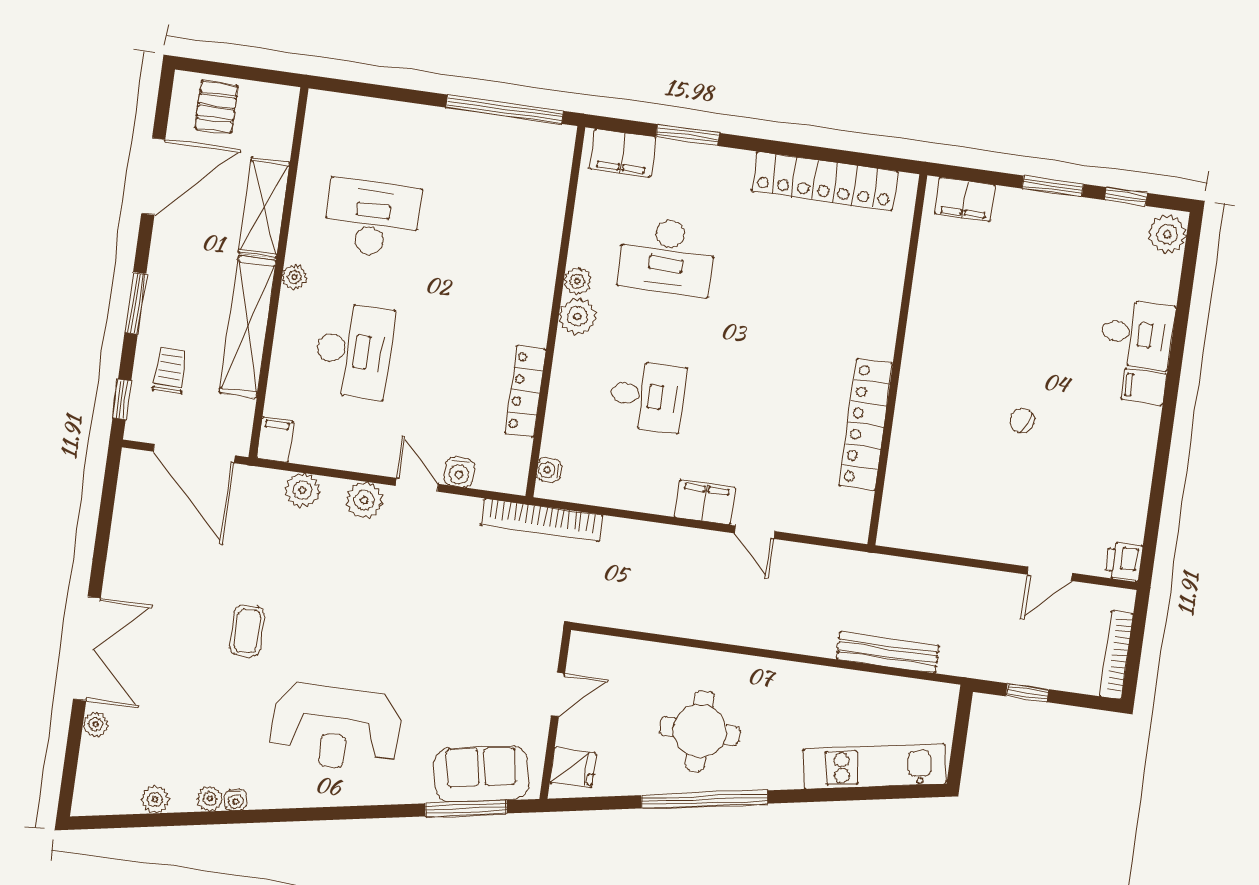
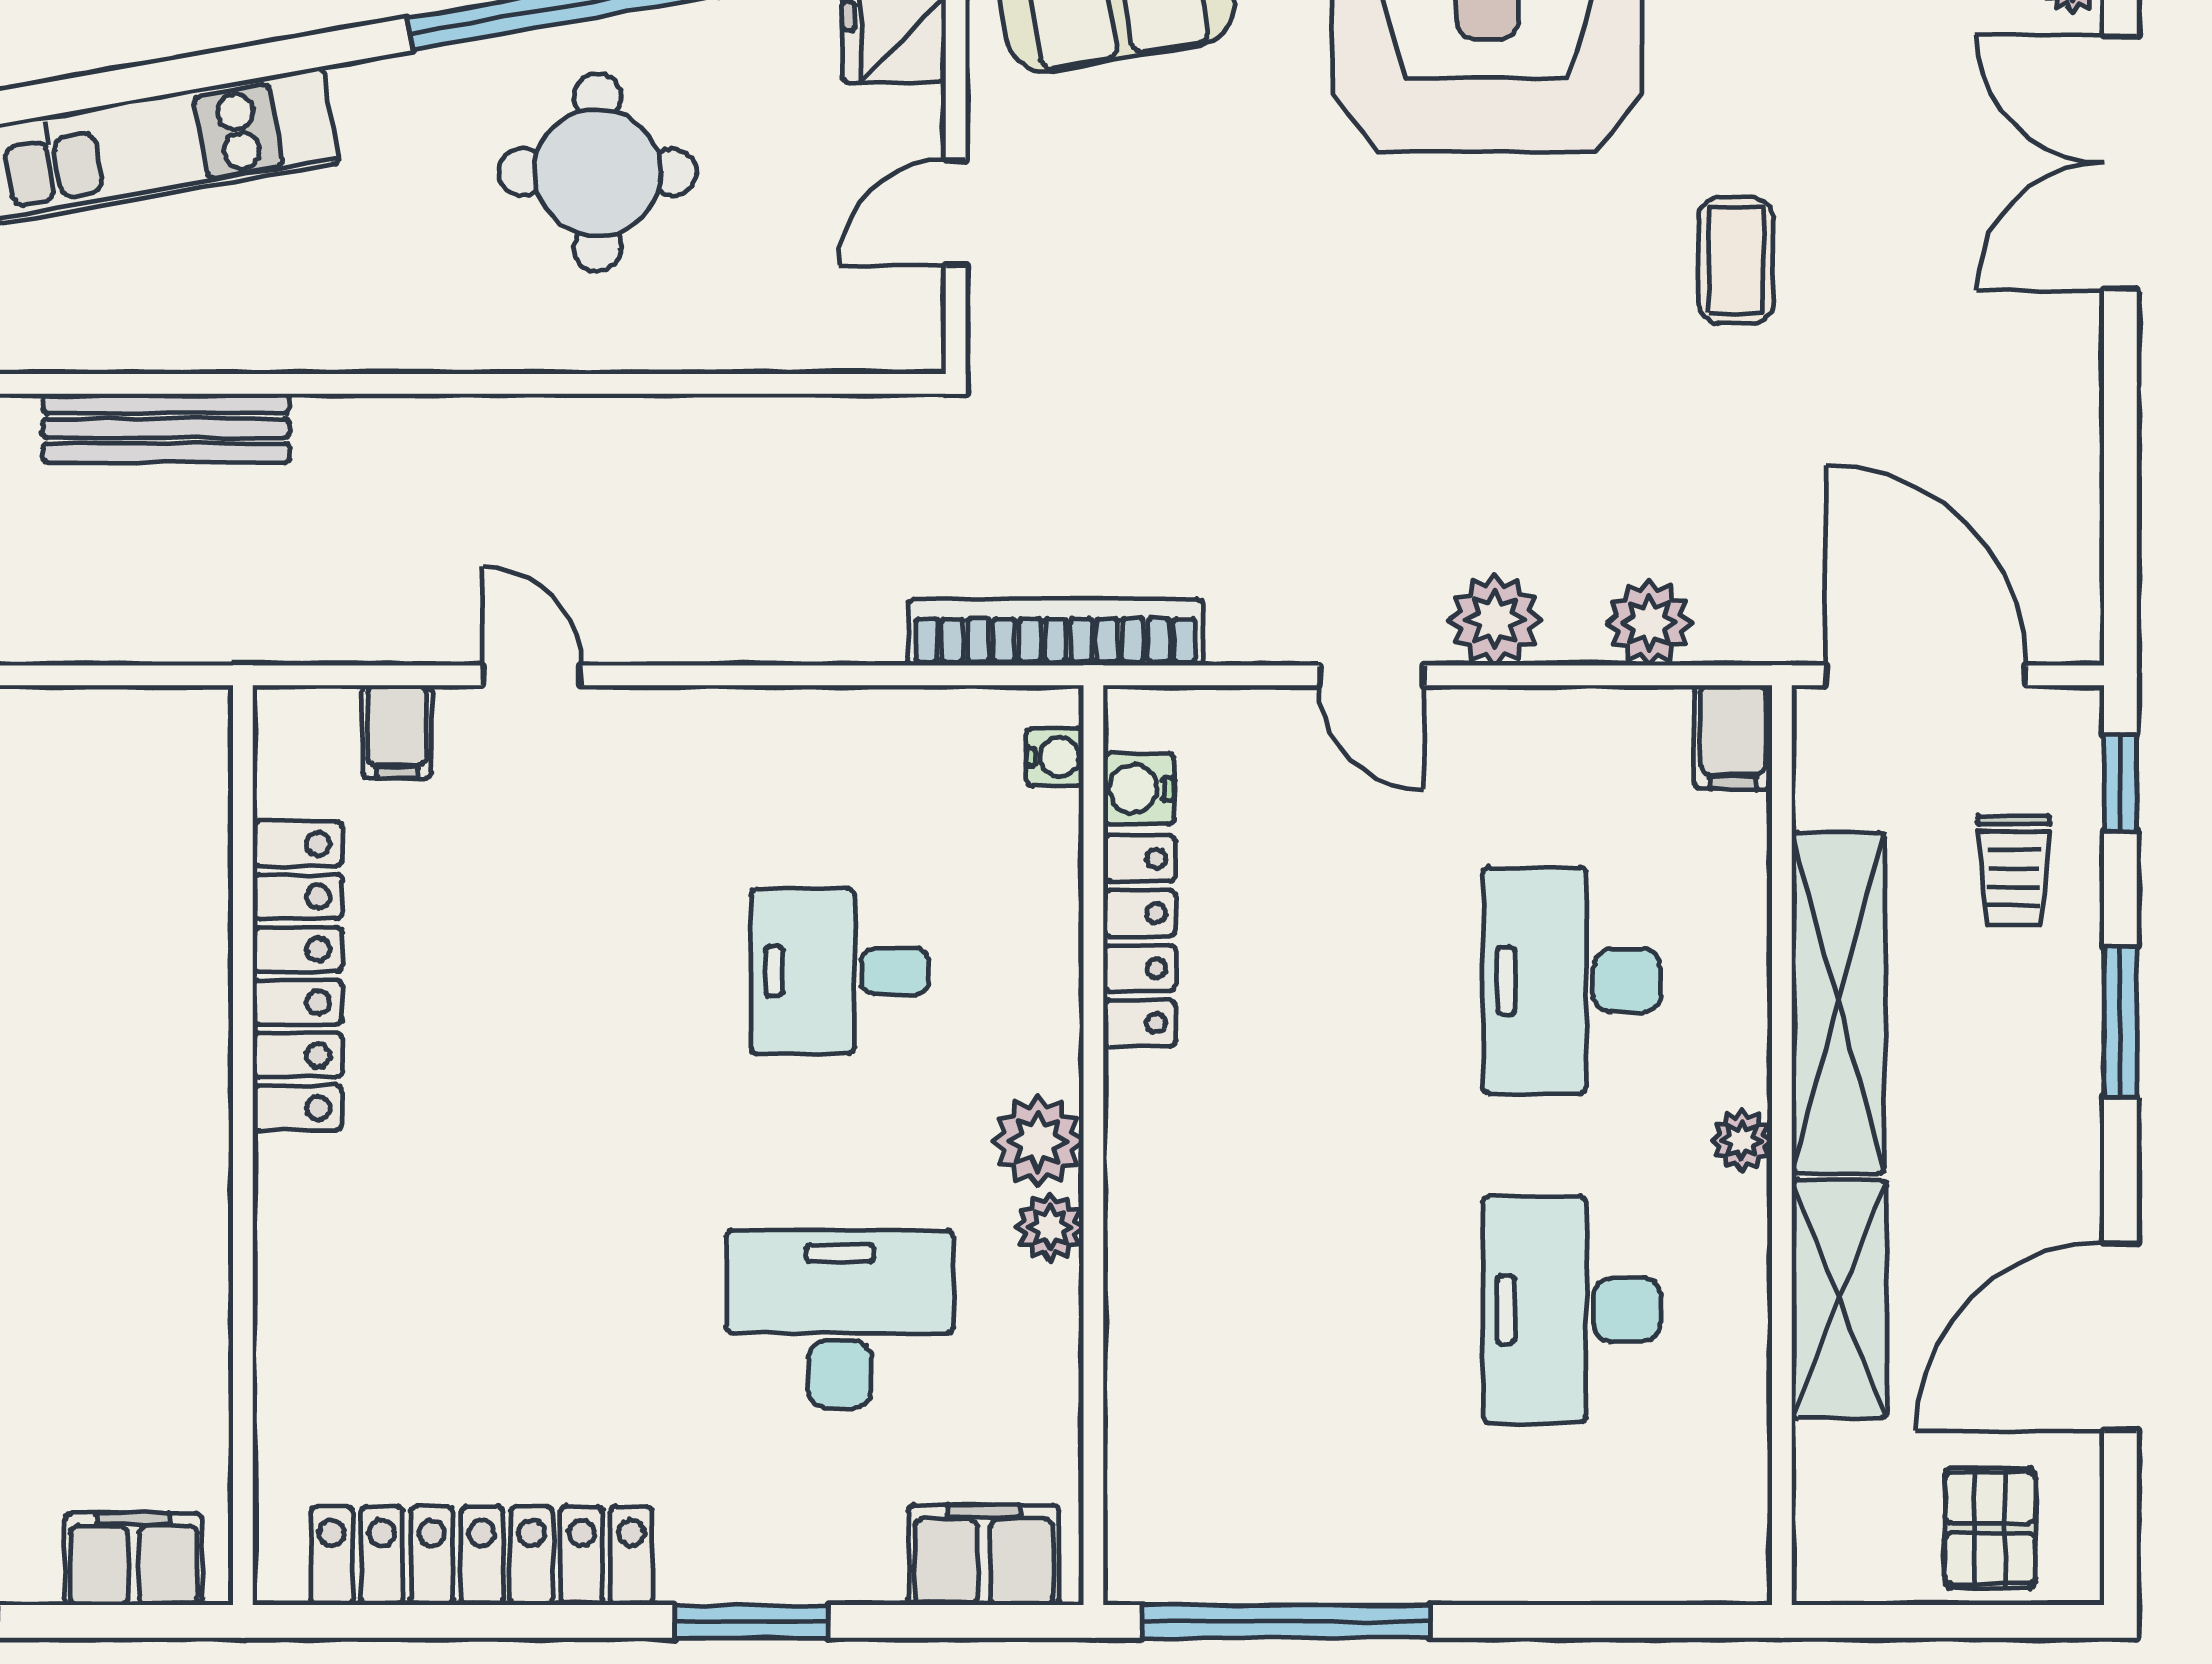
window: (688, 135) -> (751, 1621), moved
desk: (372, 218) -> (1572, 1310), turned 90
water cooler: (459, 472) -> (1139, 789), moved, turned -90
filing cabinet: (705, 502) -> (397, 732), moved, width x0.50

